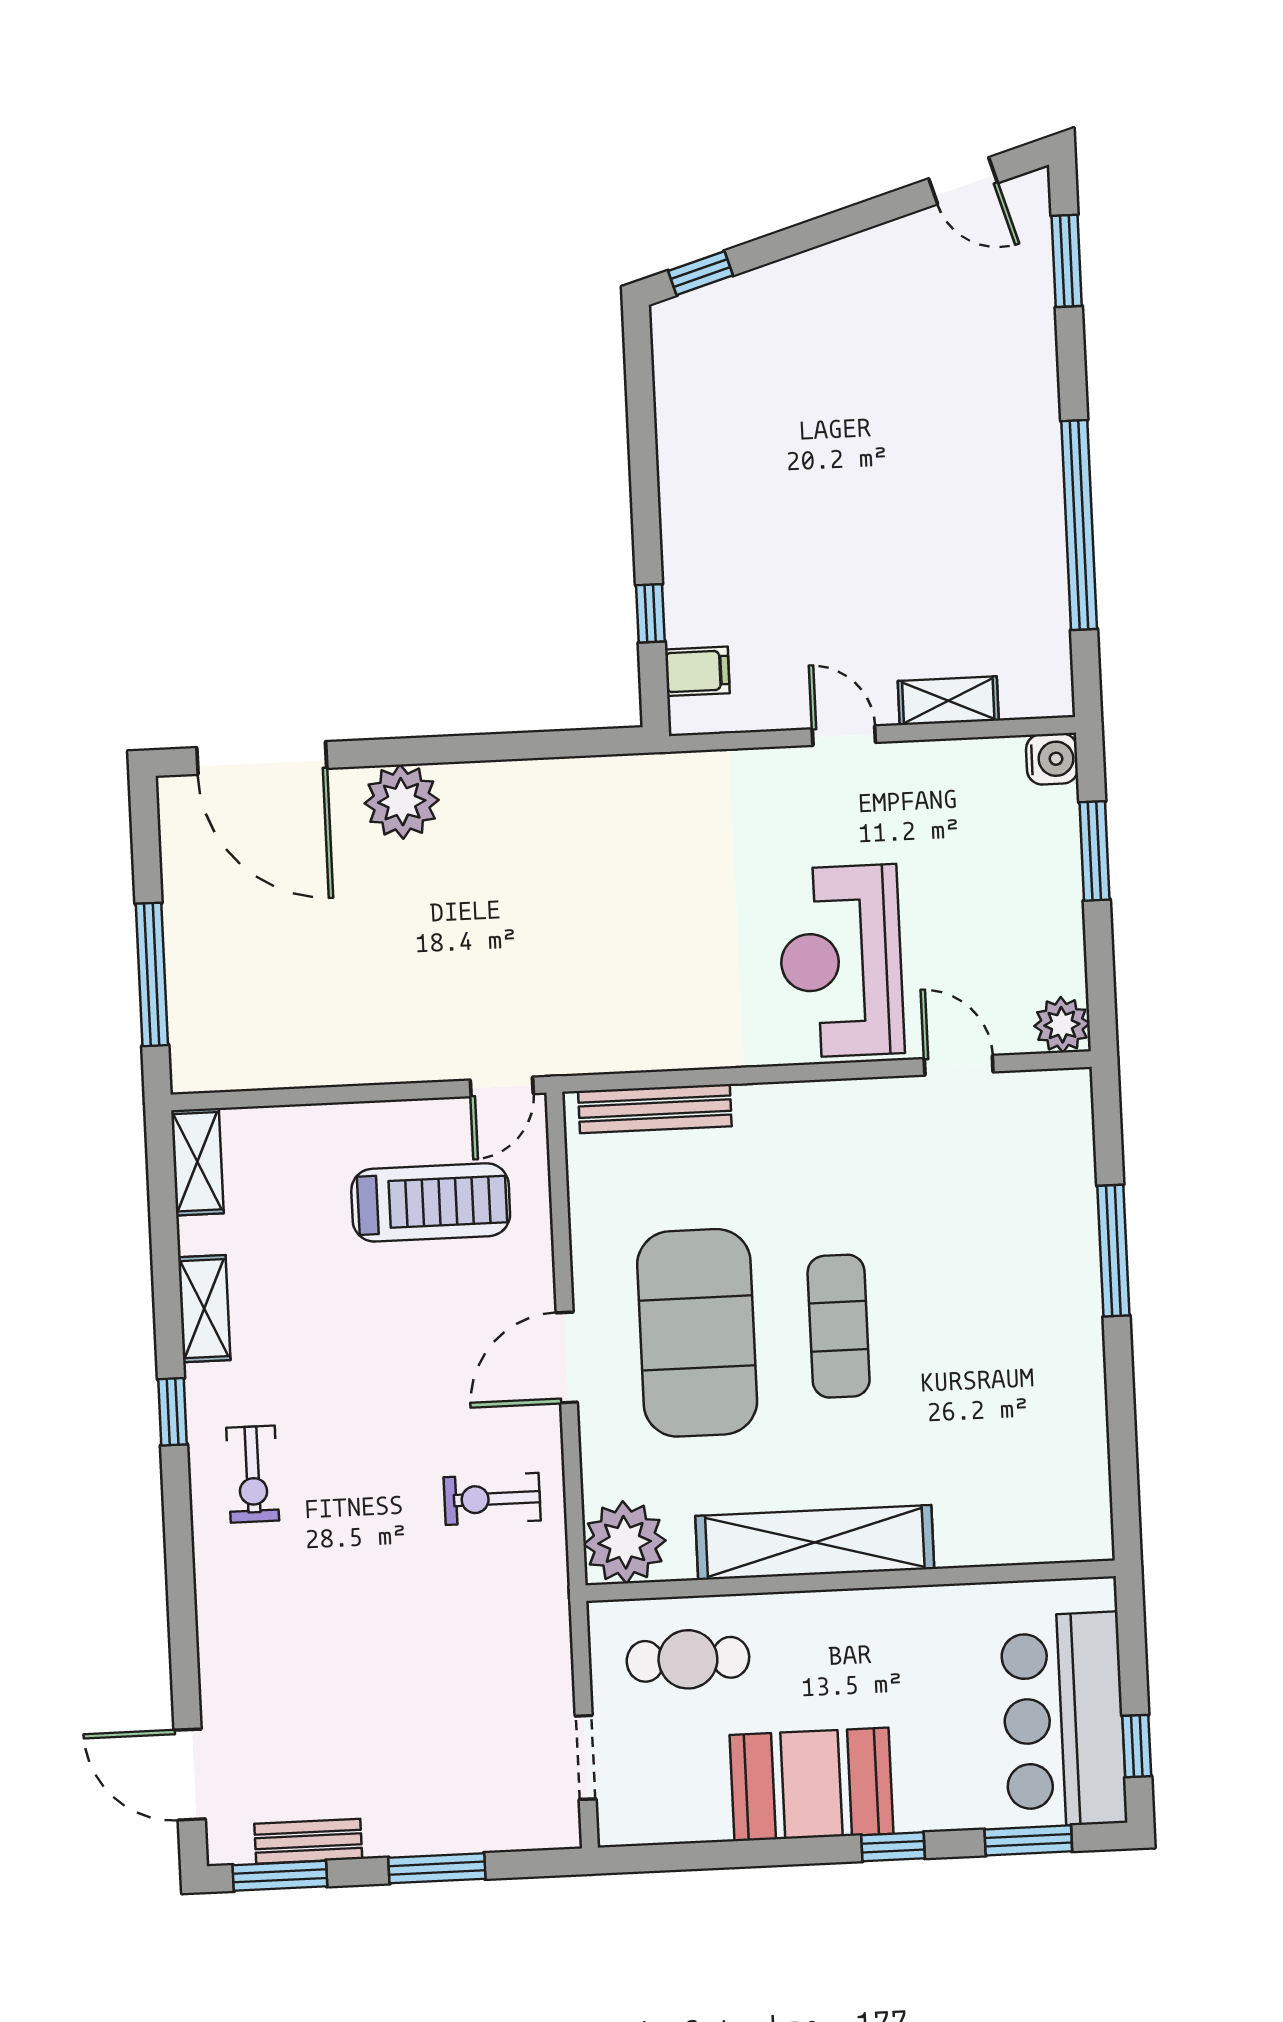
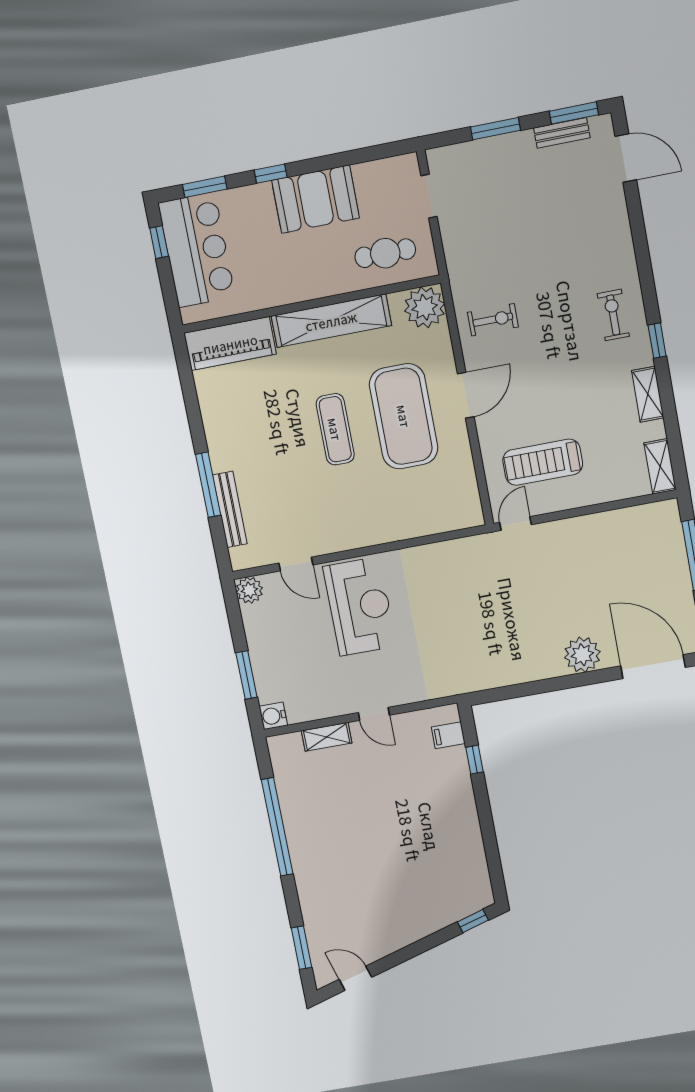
bench: (655, 1109) -> (230, 509), moved, turned 90
piano: (1025, 1526) -> (230, 344), added

